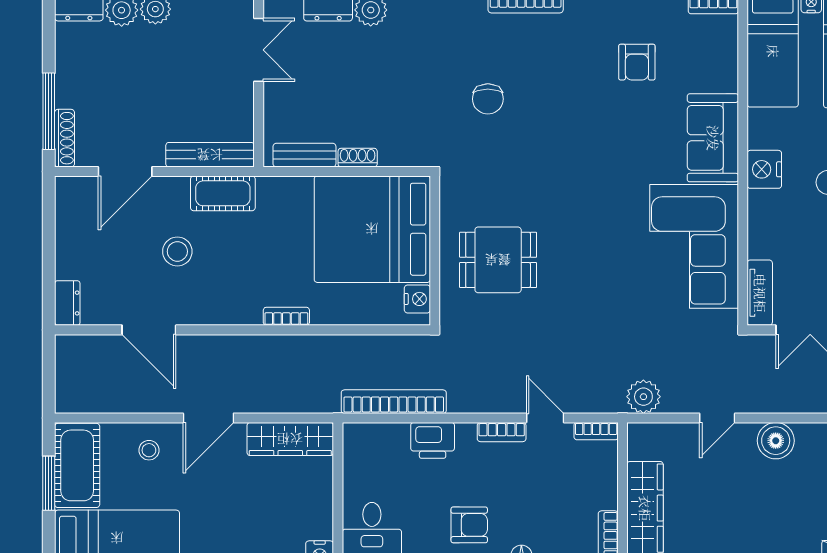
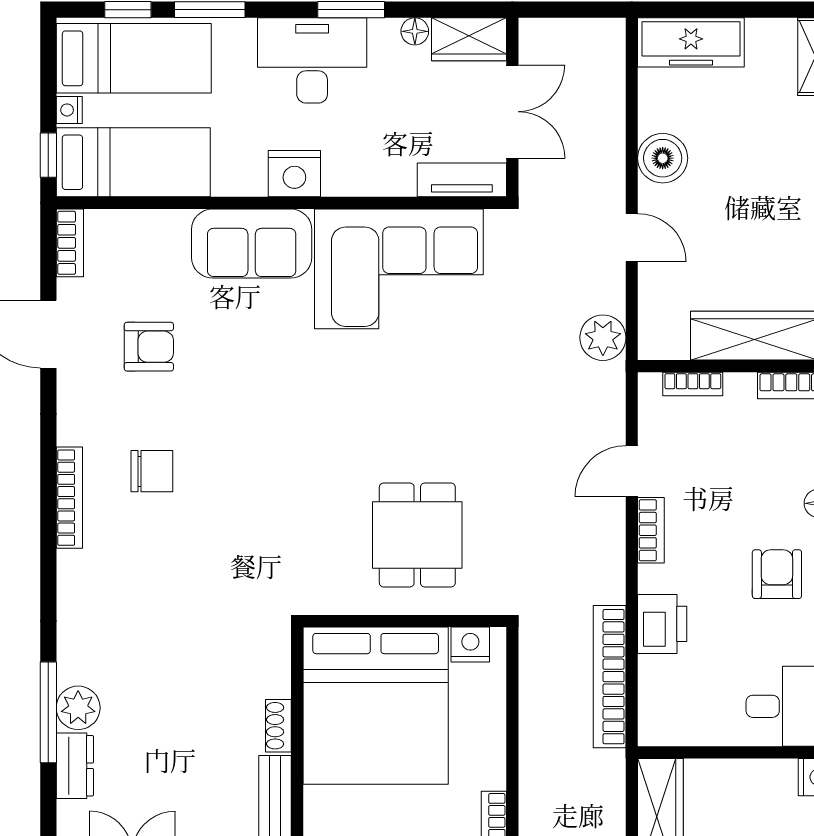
chair: (488, 99) -> (152, 471), moved
bookcase: (596, 431) -> (693, 384), moved, turned 90

